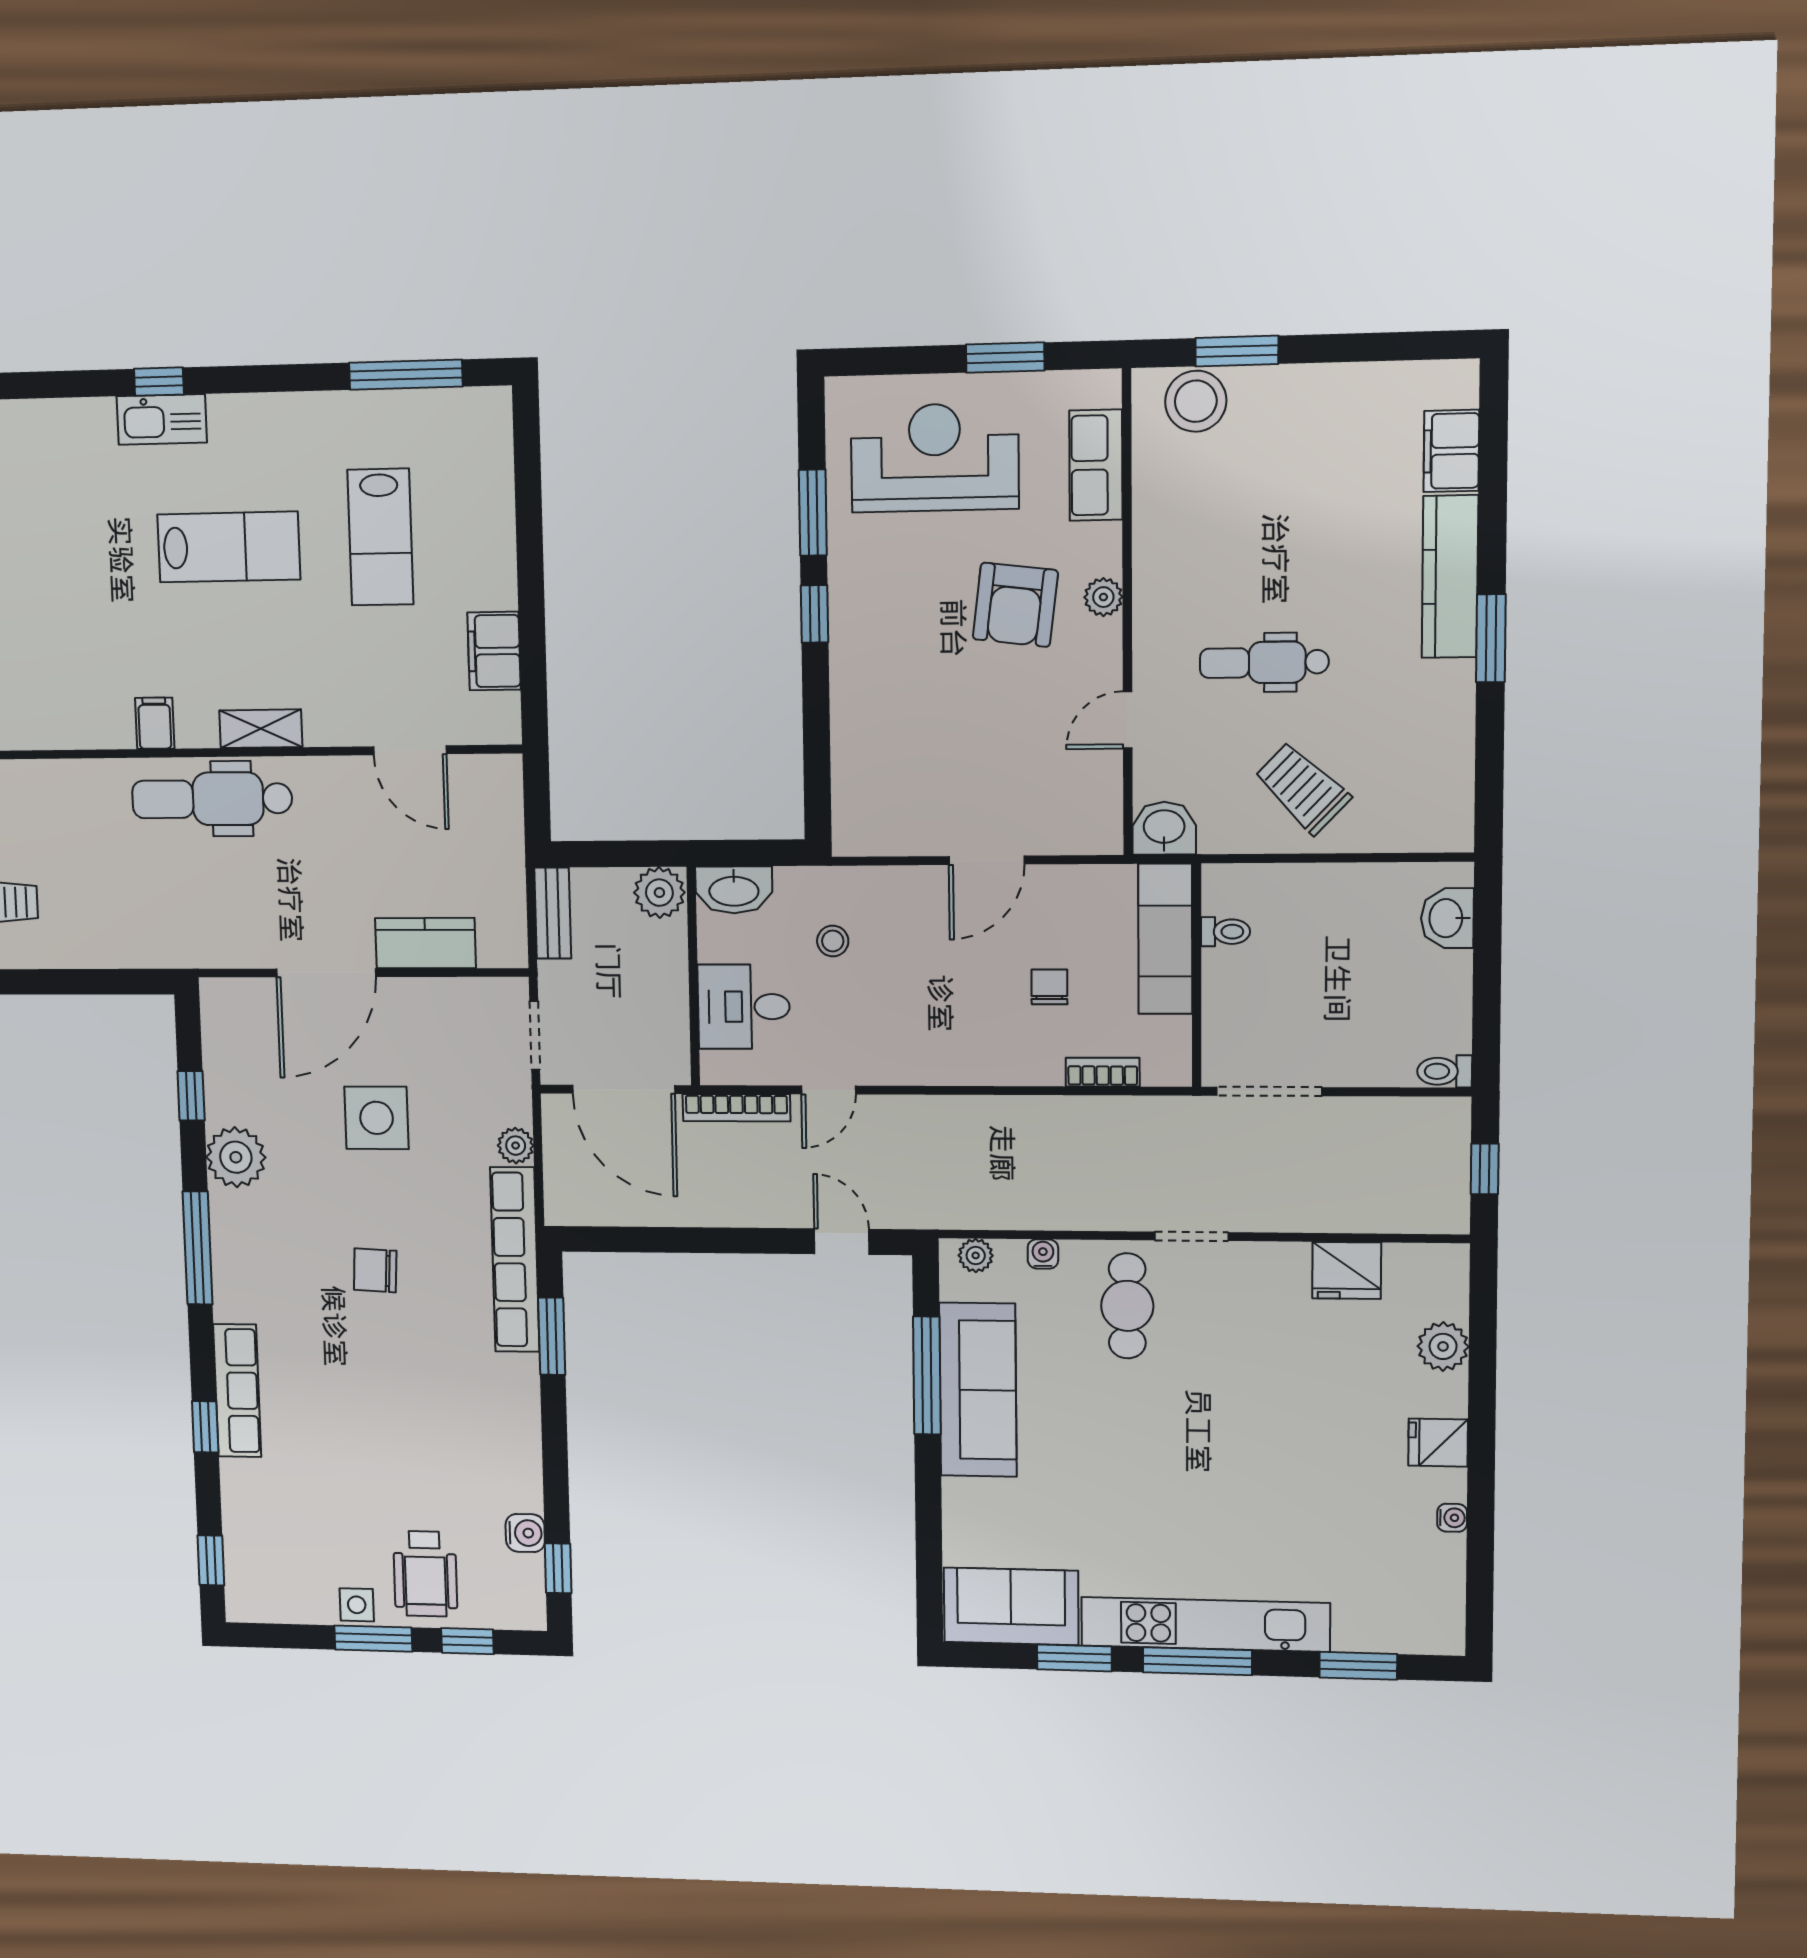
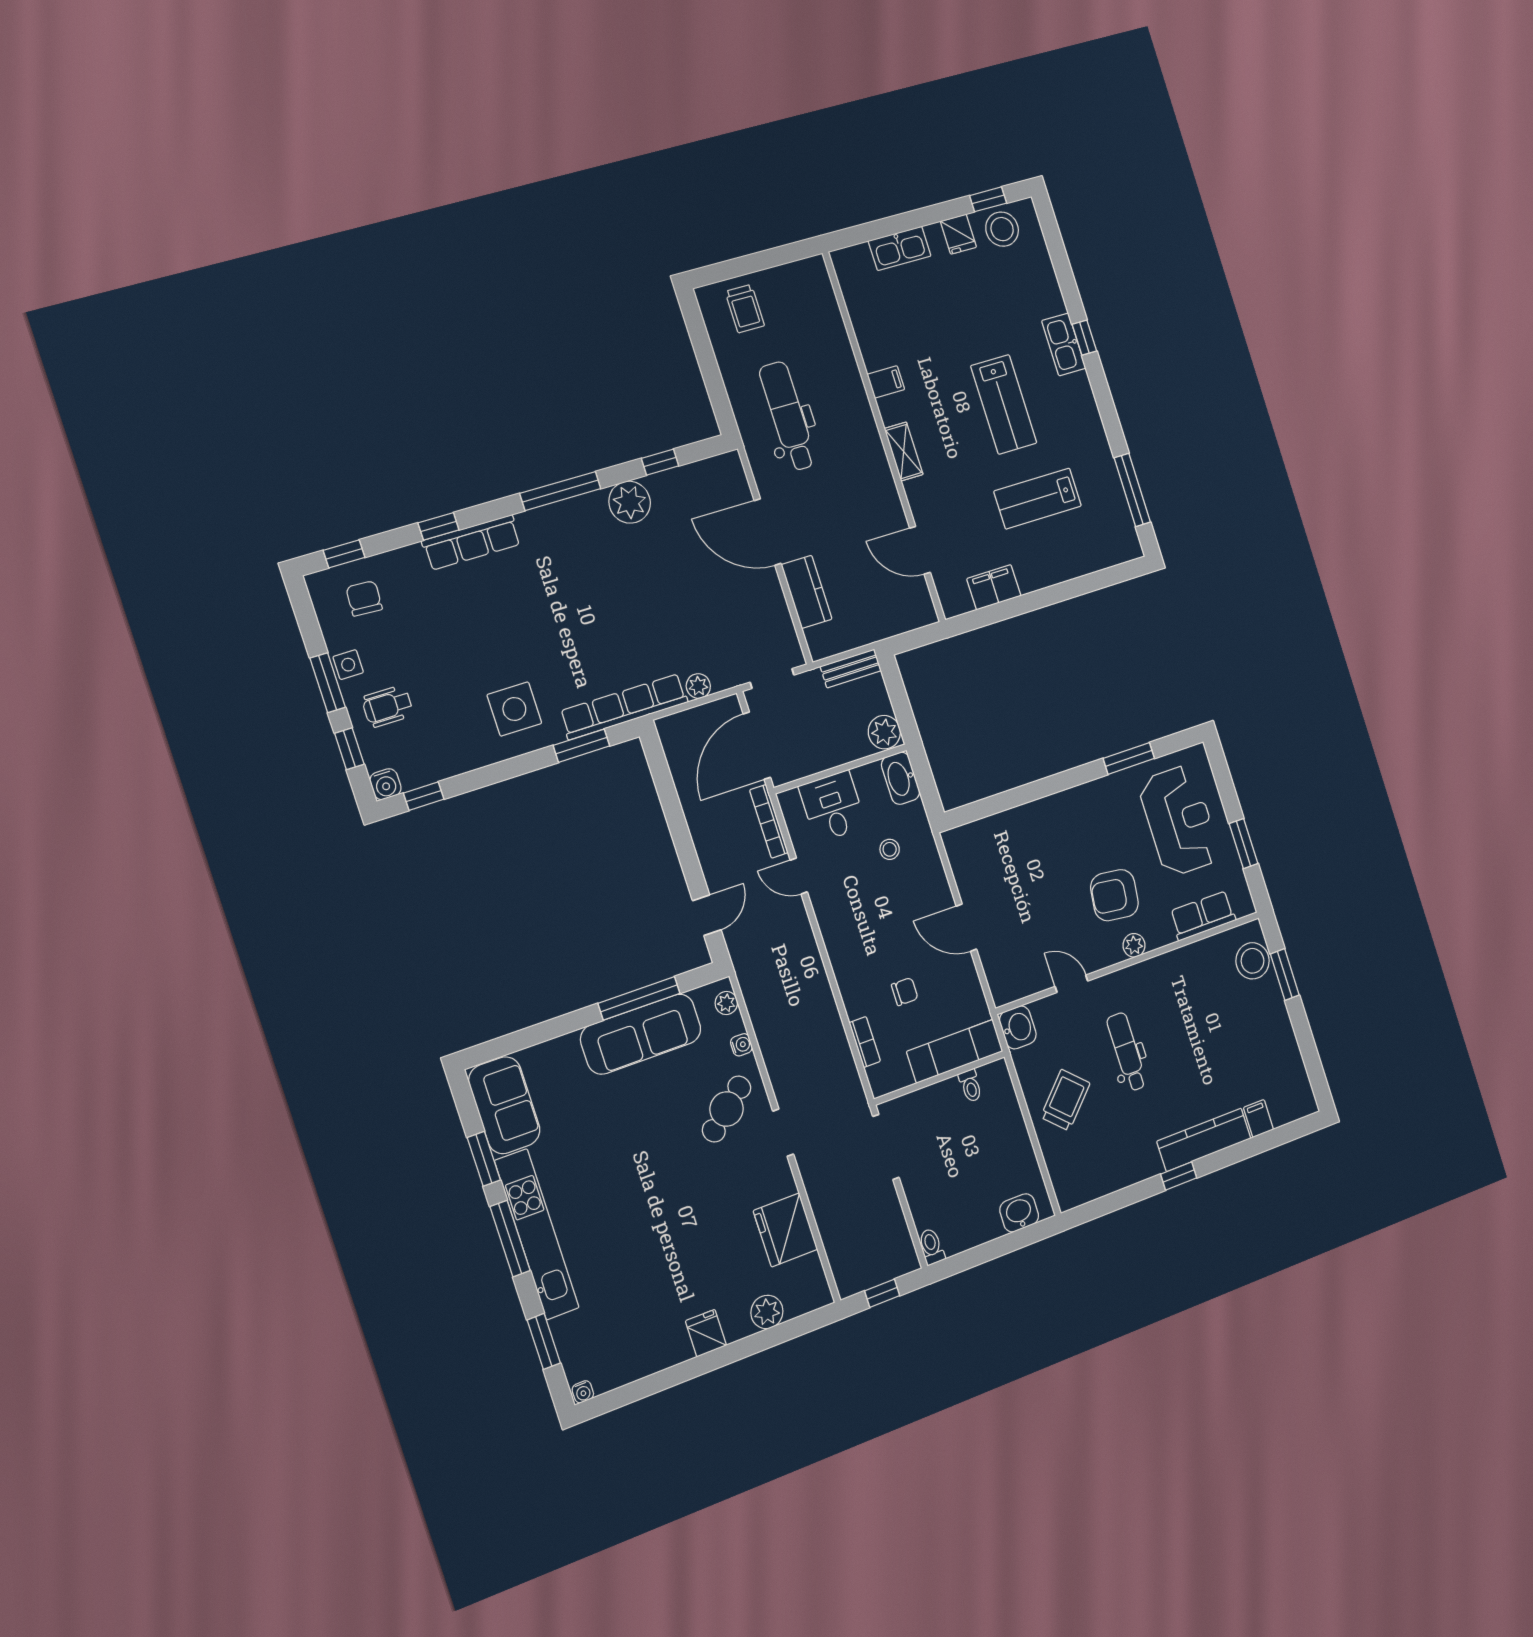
filing cabinet: (1451, 451) -> (1258, 1119), width x0.50
window: (814, 614) -> (1074, 777), removed
window: (1491, 638) -> (1179, 1176), width x0.67
door: (410, 750) -> (920, 550), hinge flipped
dental chair: (212, 799) -> (788, 416), moved
side table: (377, 1118) -> (514, 709), moved
chair: (375, 1270) -> (364, 598), moved
fridge: (1347, 1270) -> (785, 1230), width x1.36, depth x1.34
cafe table: (1127, 1306) -> (727, 1109), turned -40
water cooler: (1452, 1518) -> (583, 1392), moved
water cooler: (525, 1533) -> (385, 784), moved
wheelchair: (425, 1574) -> (387, 706), width x0.73, depth x0.73

